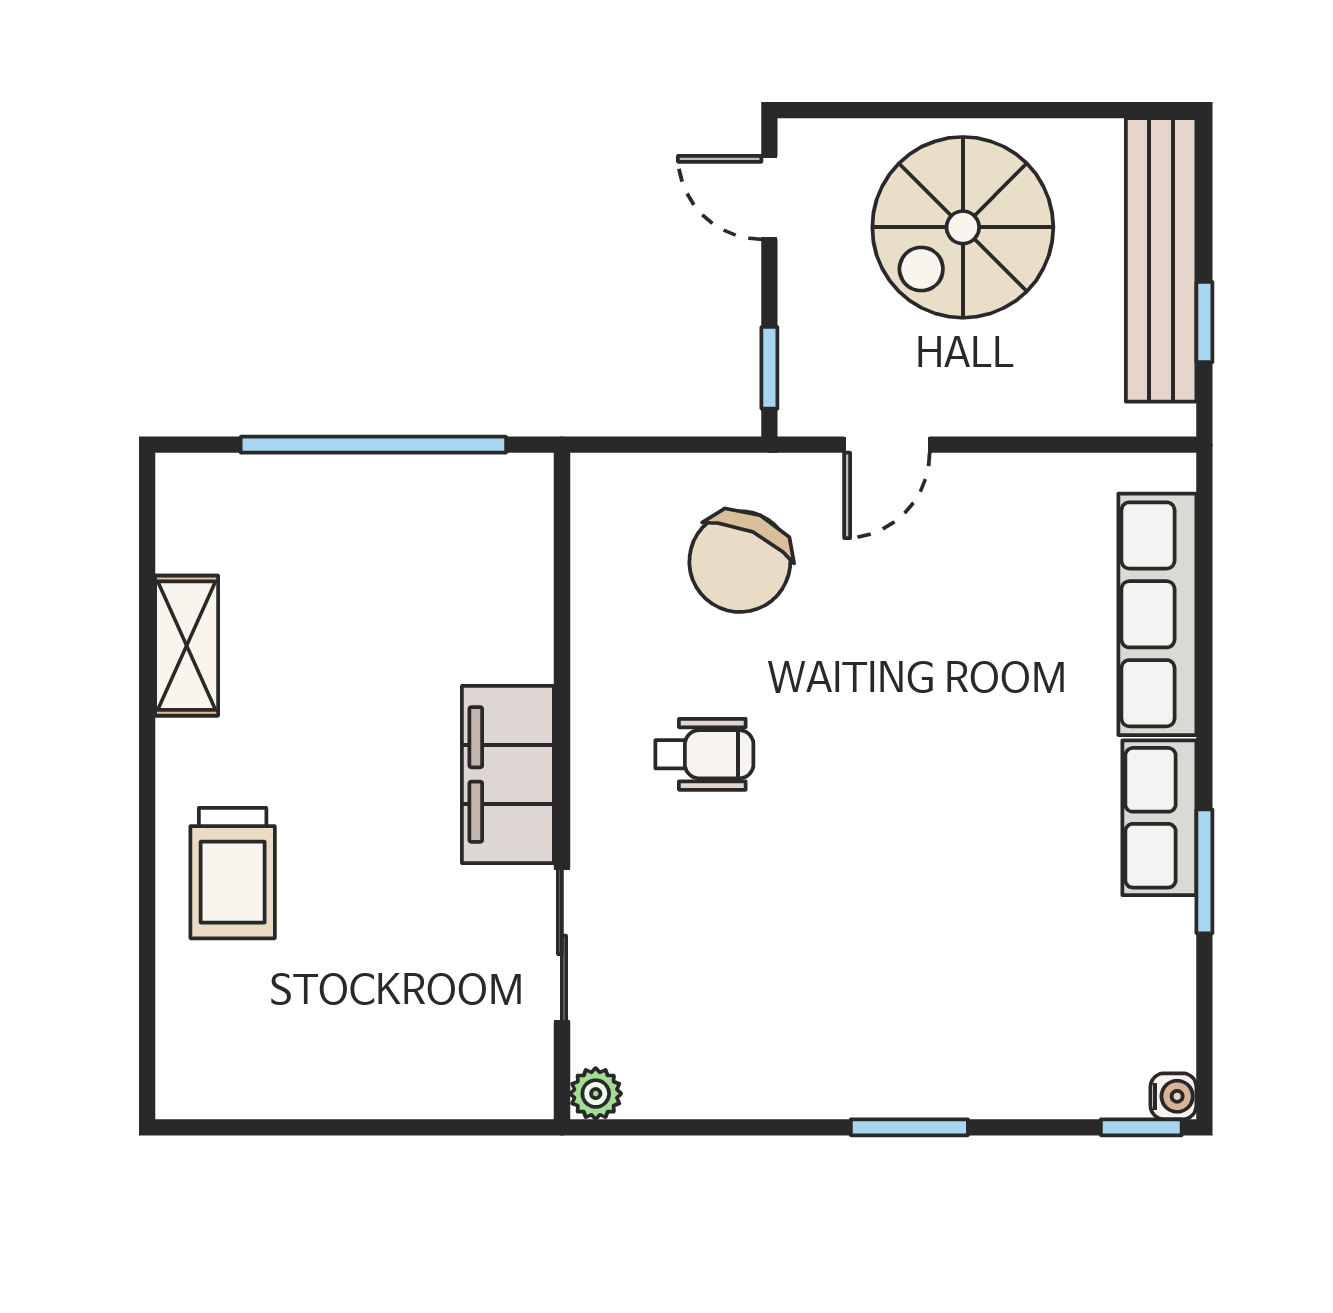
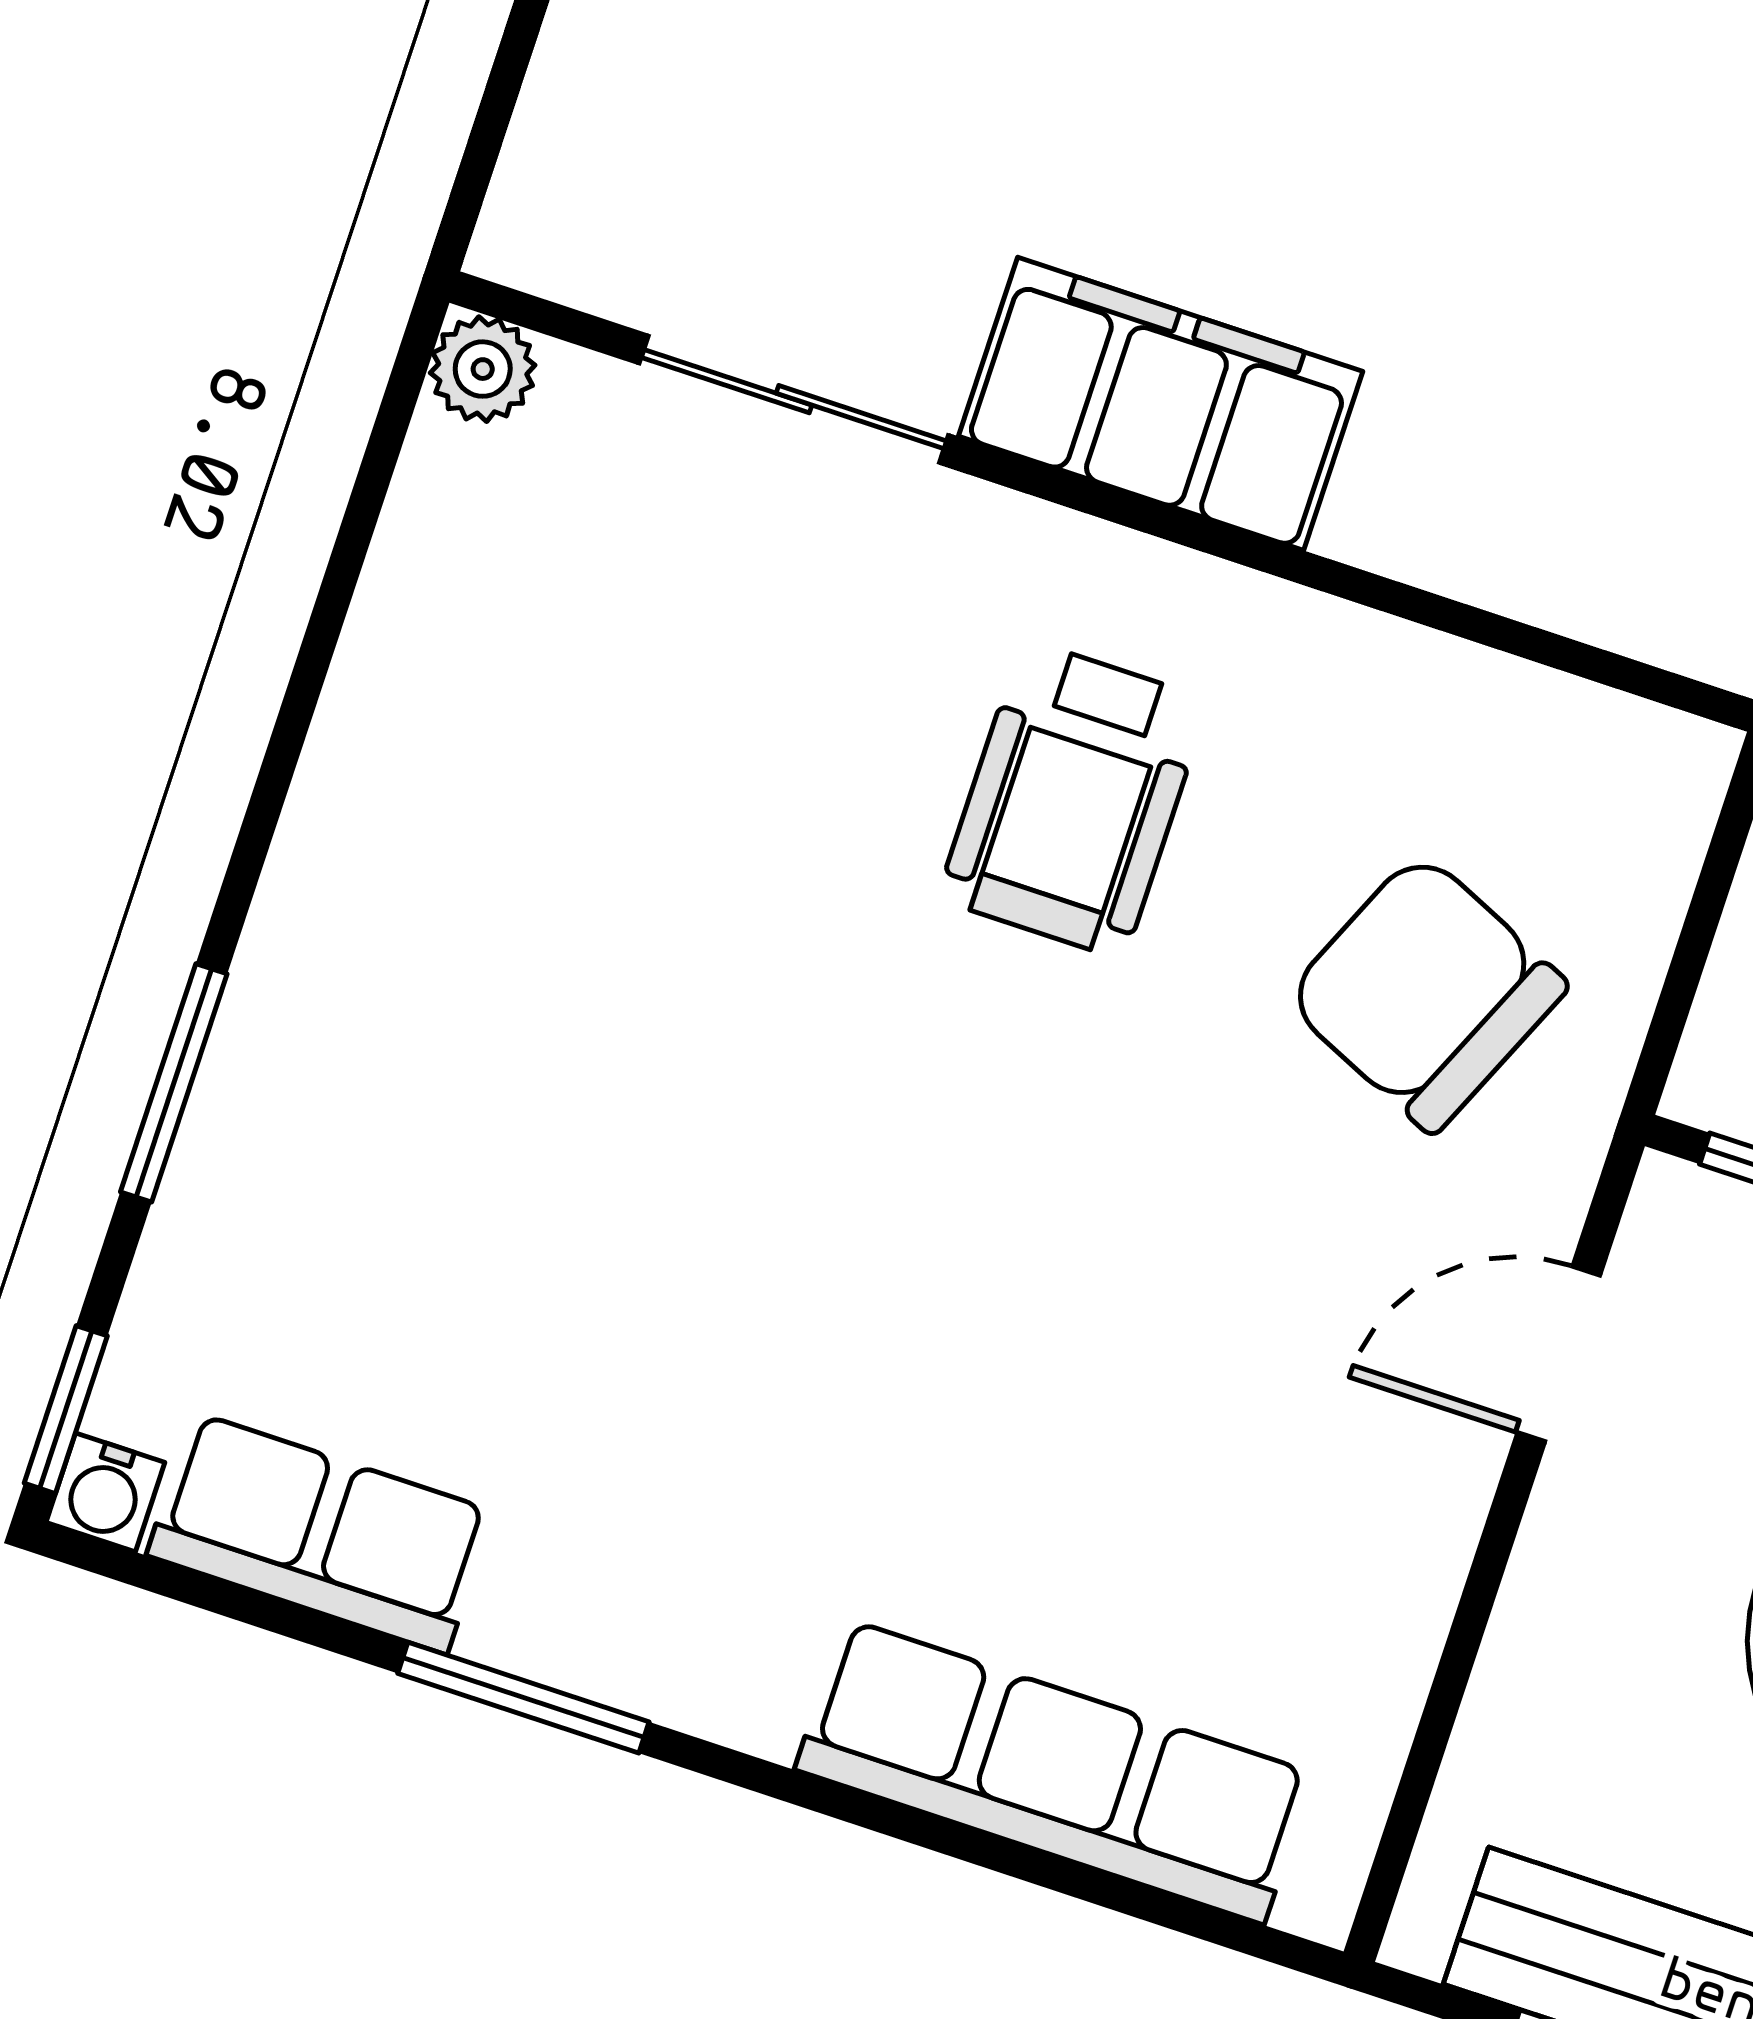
door: (887, 445) -> (1559, 1354), hinge flipped
wheelchair: (704, 754) -> (1073, 799), width x1.36, depth x1.37
row of seats: (1159, 818) -> (320, 1533), moved
window: (909, 1127) -> (174, 1083), moved

